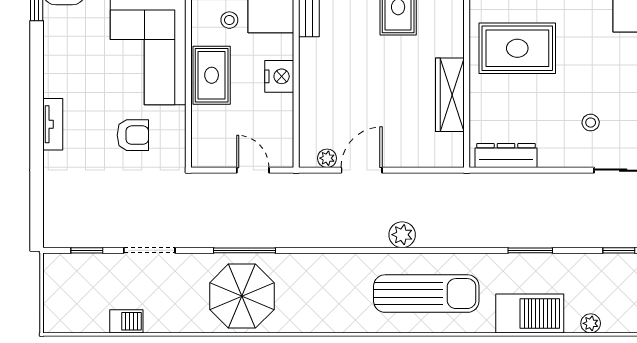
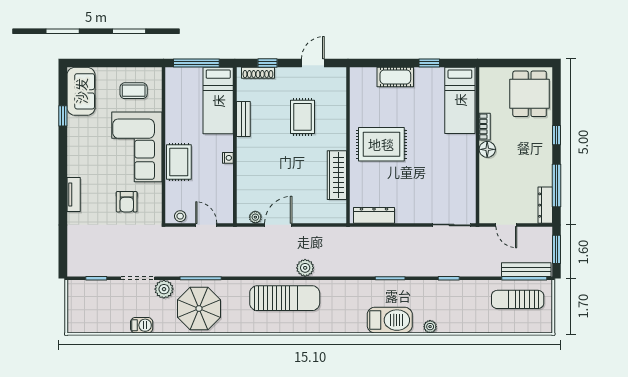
stool: (229, 20) -> (180, 216), moved
nightstand: (279, 76) -> (228, 158), width x0.53, depth x0.56
stool: (591, 123) -> (430, 193), removed
armchair: (133, 135) -> (127, 202), turned 90
plant: (189, 267) -> (164, 289), added
sun lounger: (426, 294) -> (285, 298), moved
barbecue: (126, 321) -> (142, 325), moved

